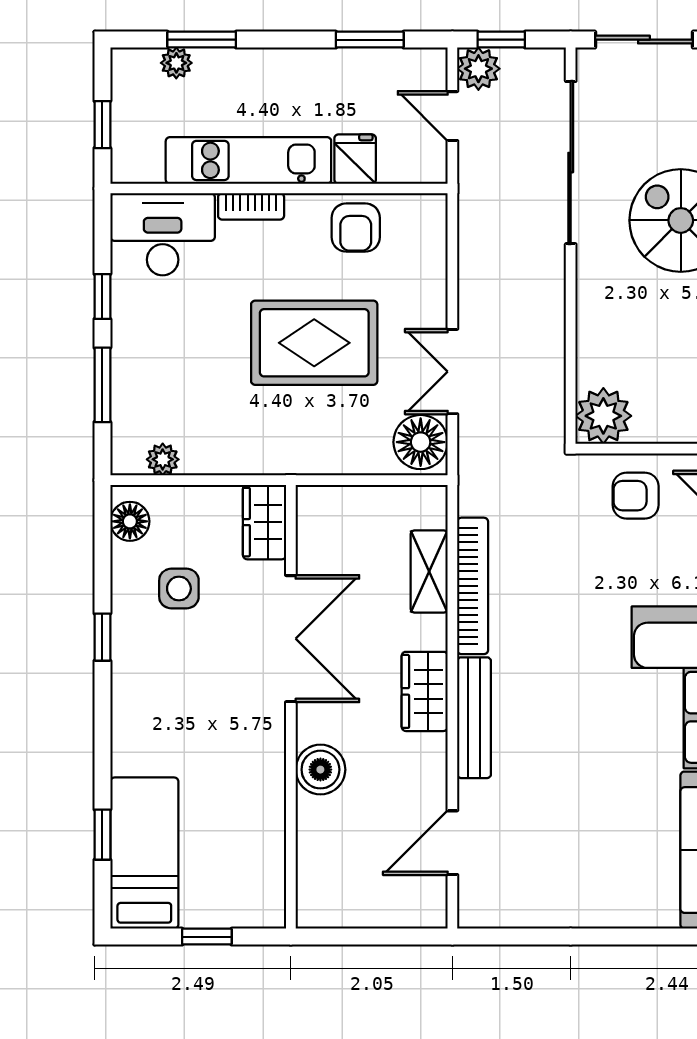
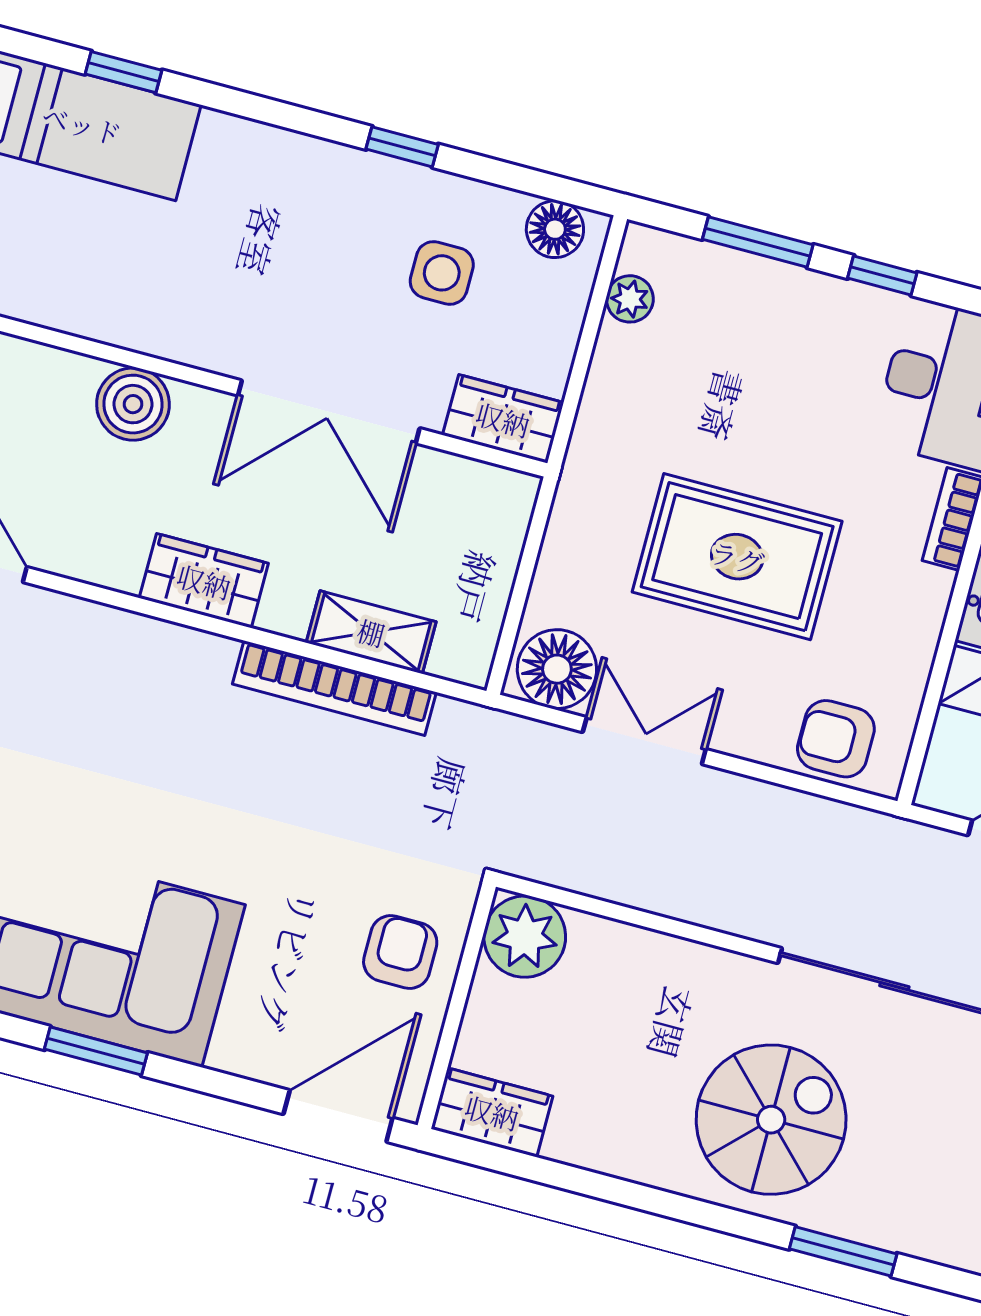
armchair: (356, 228) -> (836, 739), moved
rug: (314, 343) -> (737, 557), turned 90
bench: (474, 718) -> (148, 640), removed

